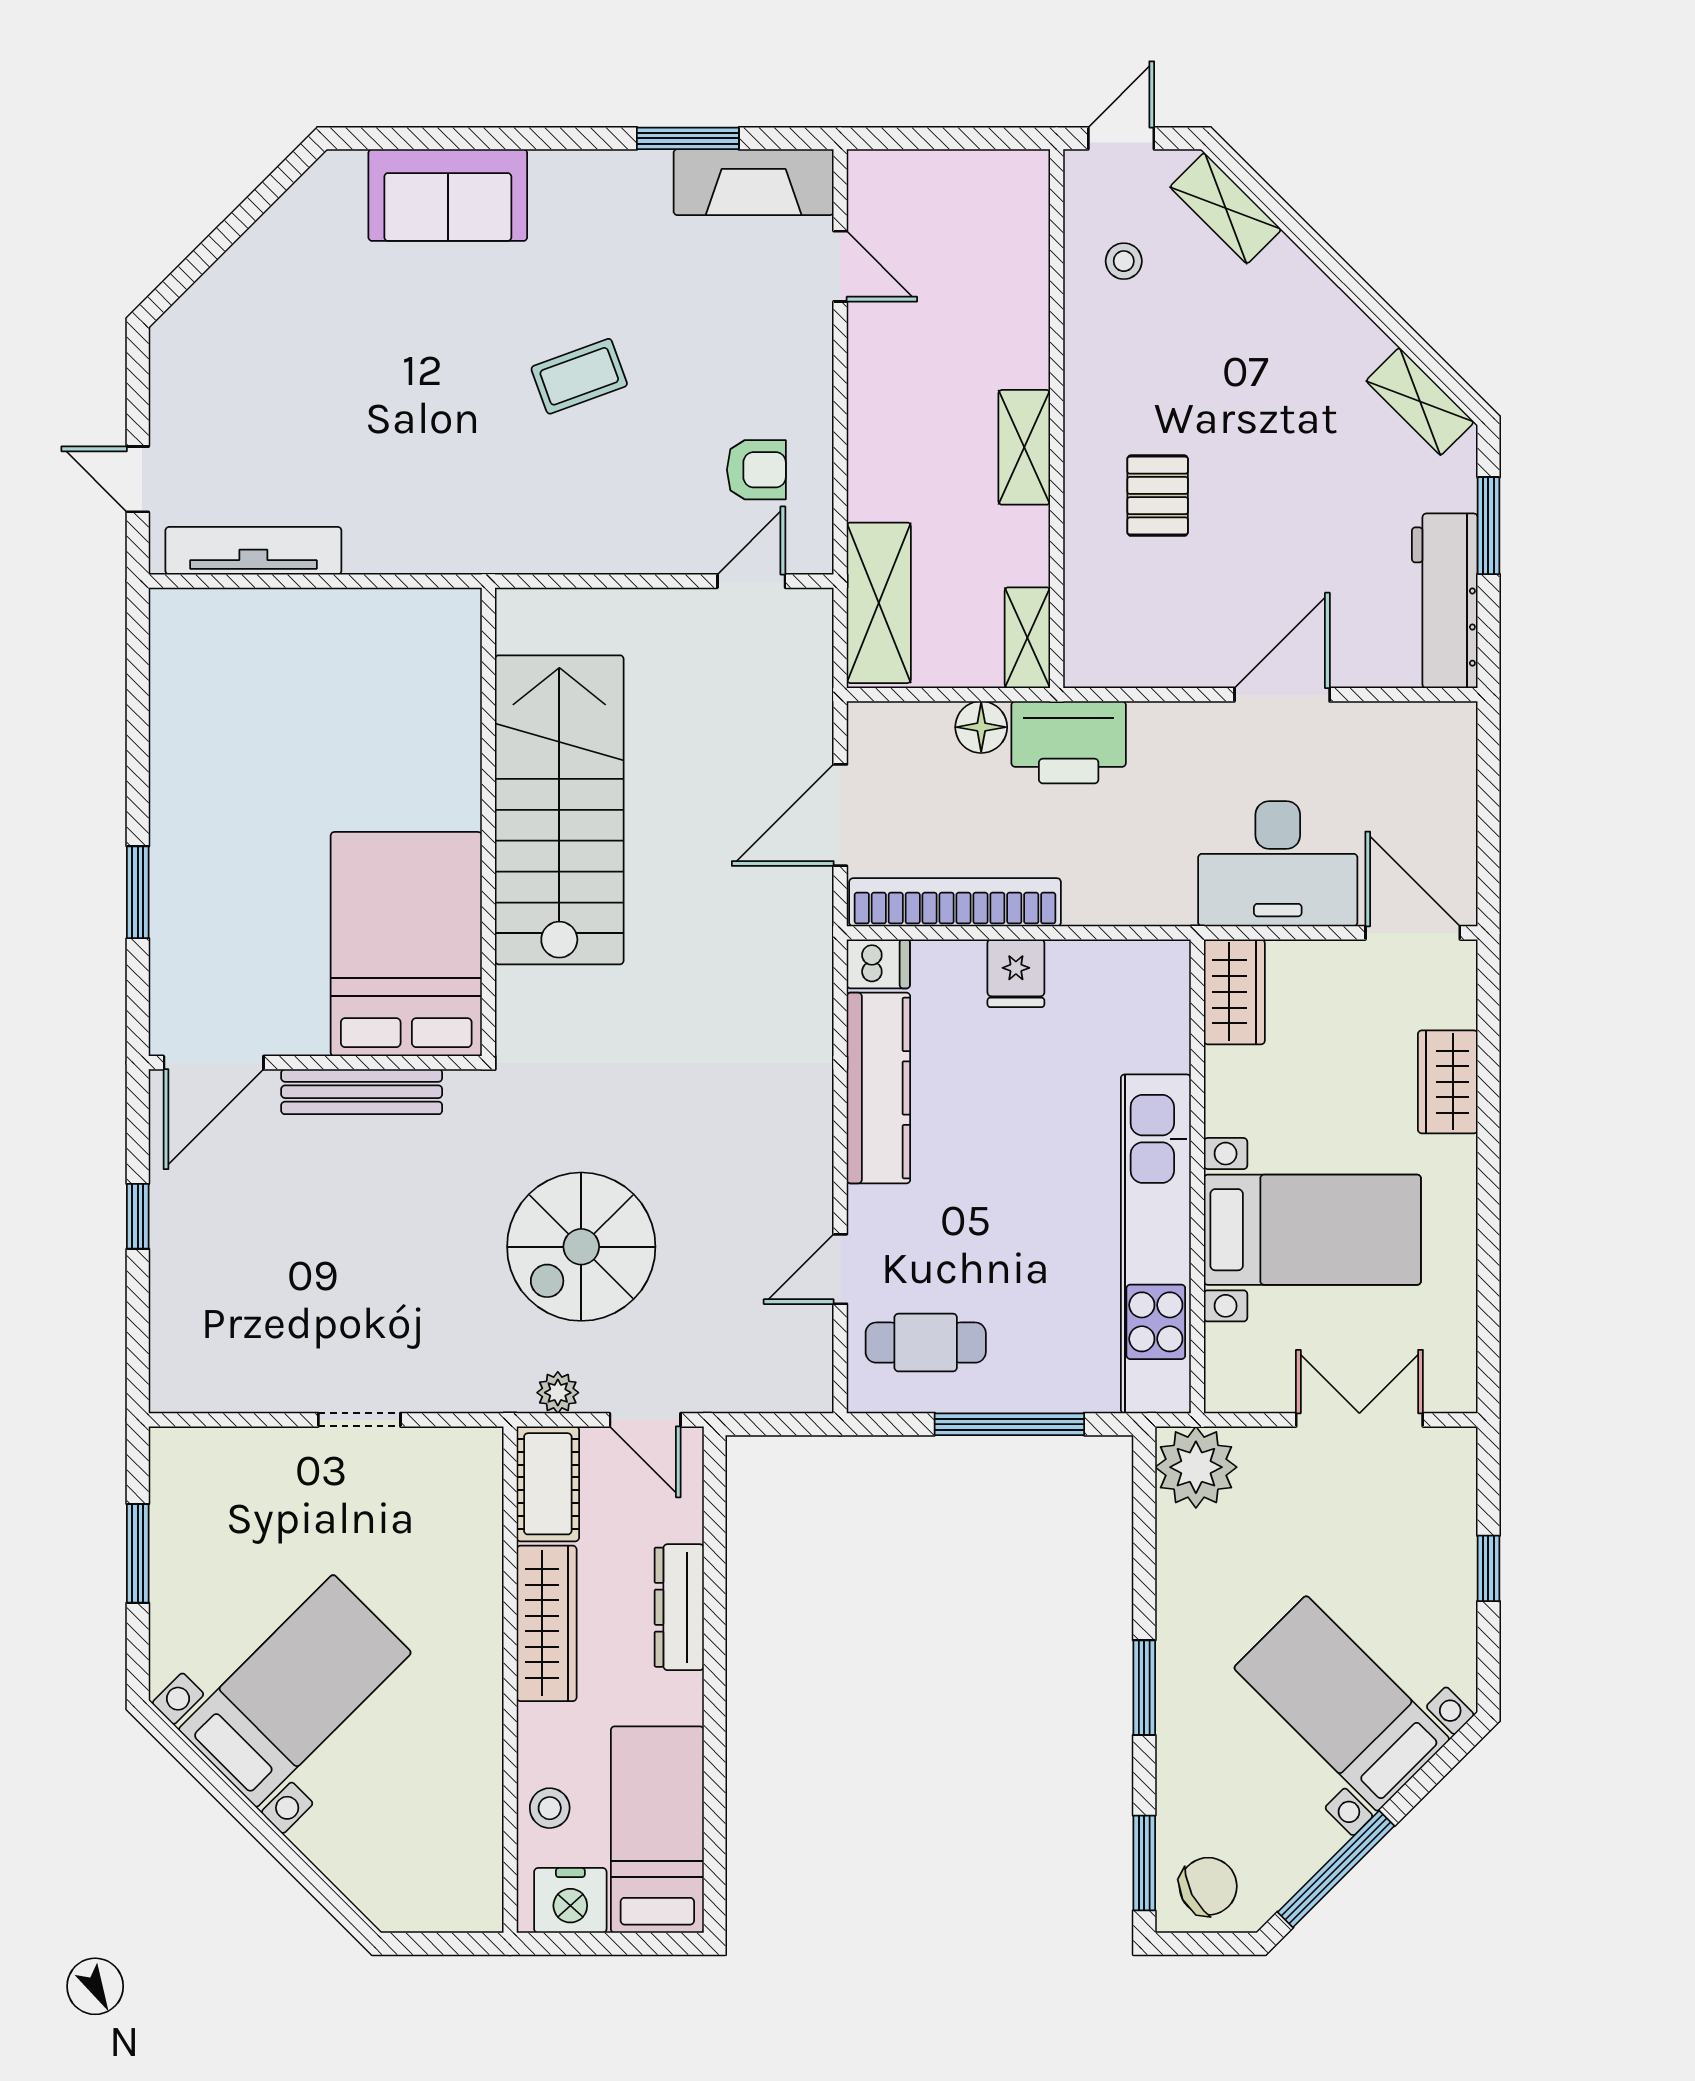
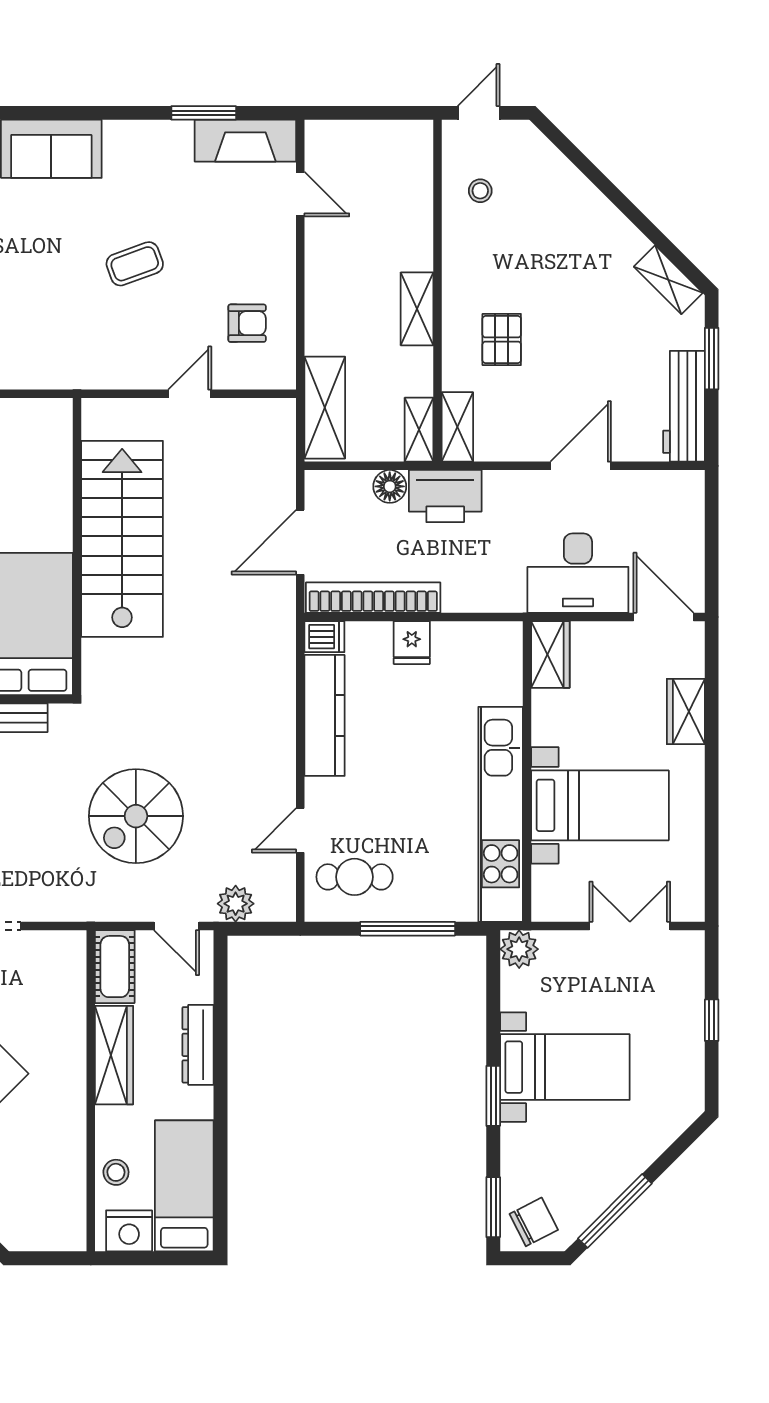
shelving: (1226, 208) -> (457, 427), moved, turned 45
door: (751, 581) -> (190, 394), moved
plant: (558, 1393) -> (236, 904), moved, width x1.38, depth x1.38
plant: (1196, 1467) -> (519, 949), width x0.73, depth x0.73
bed with nightstands: (1342, 1704) -> (565, 1067), moved, turned 135

